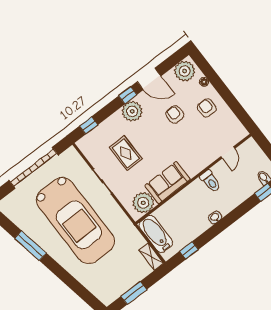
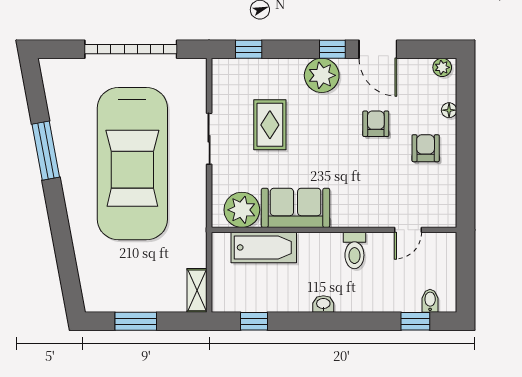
plant: (185, 71) -> (442, 67), width x0.53, depth x0.53
bathtub: (156, 234) -> (264, 247), moved, turned 90

